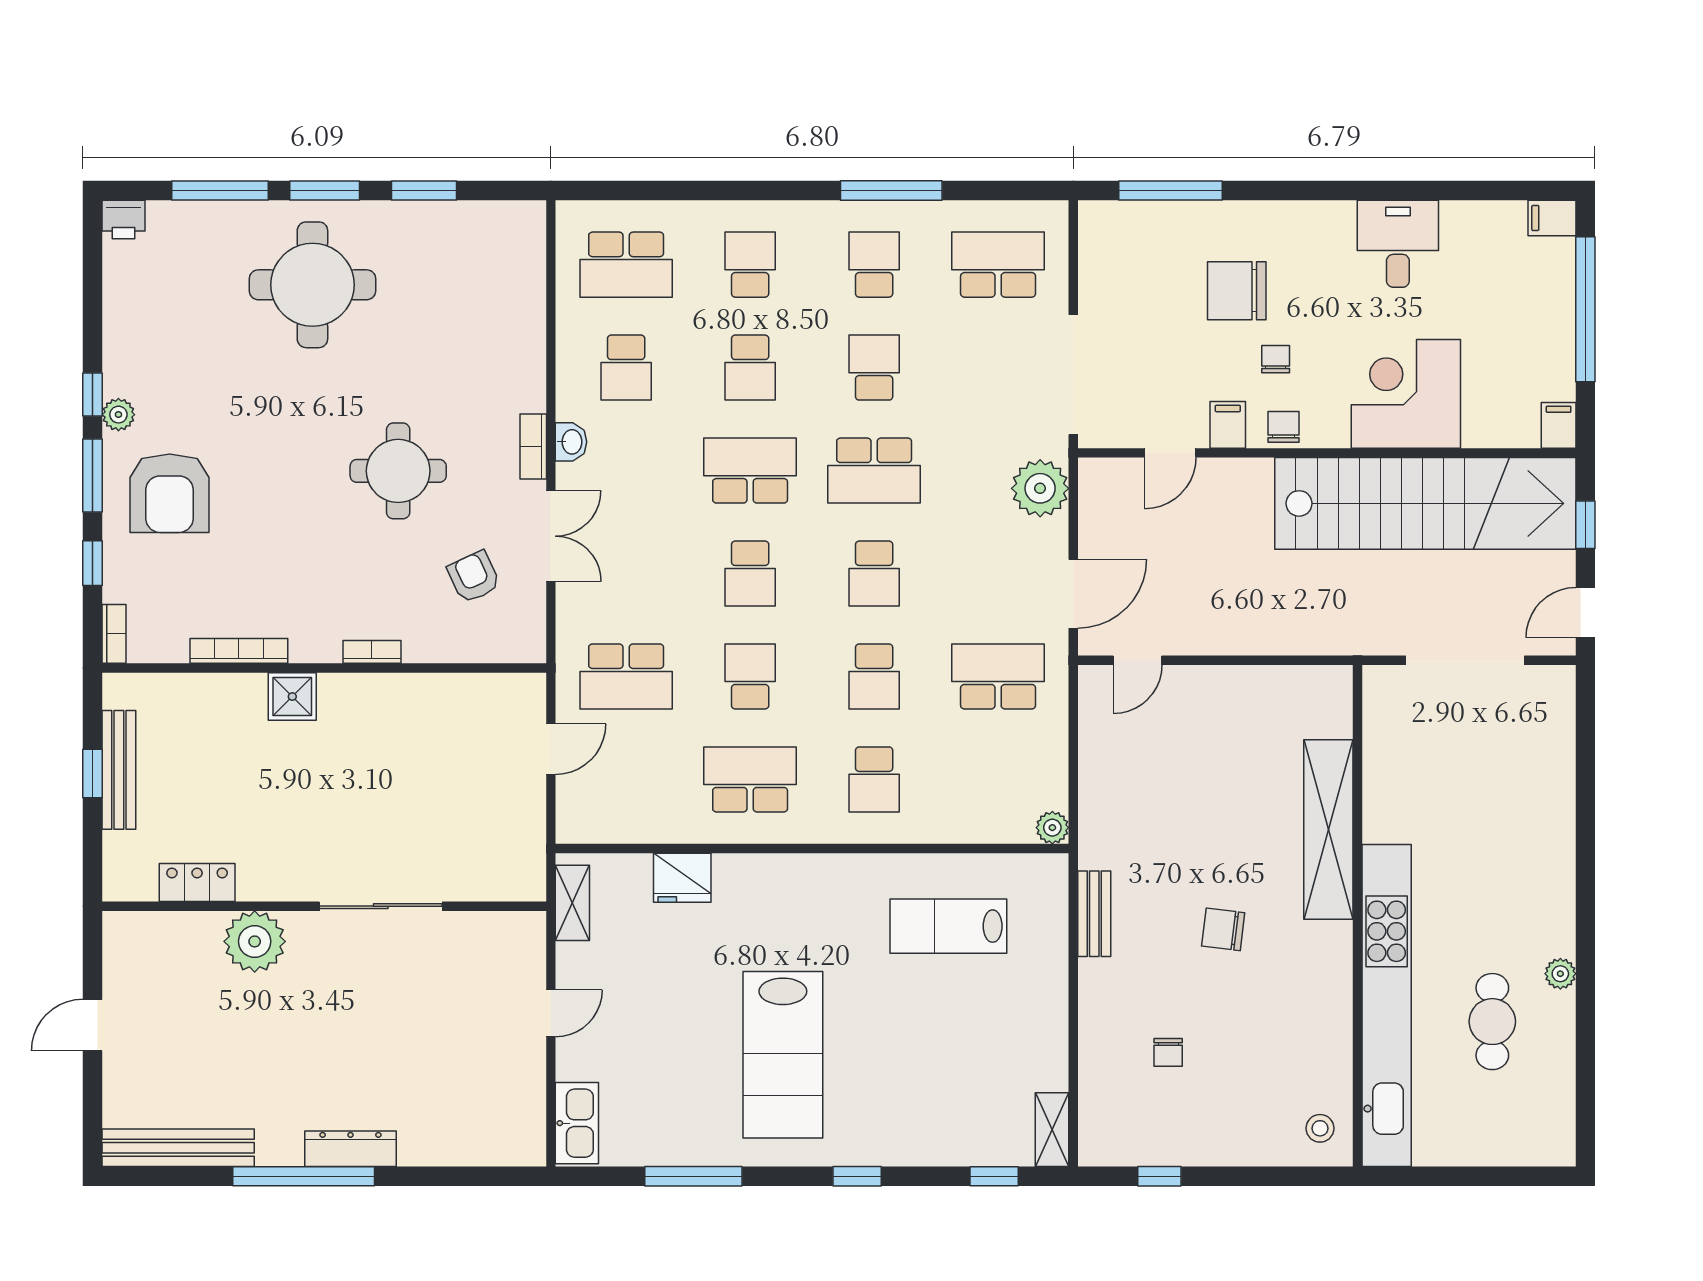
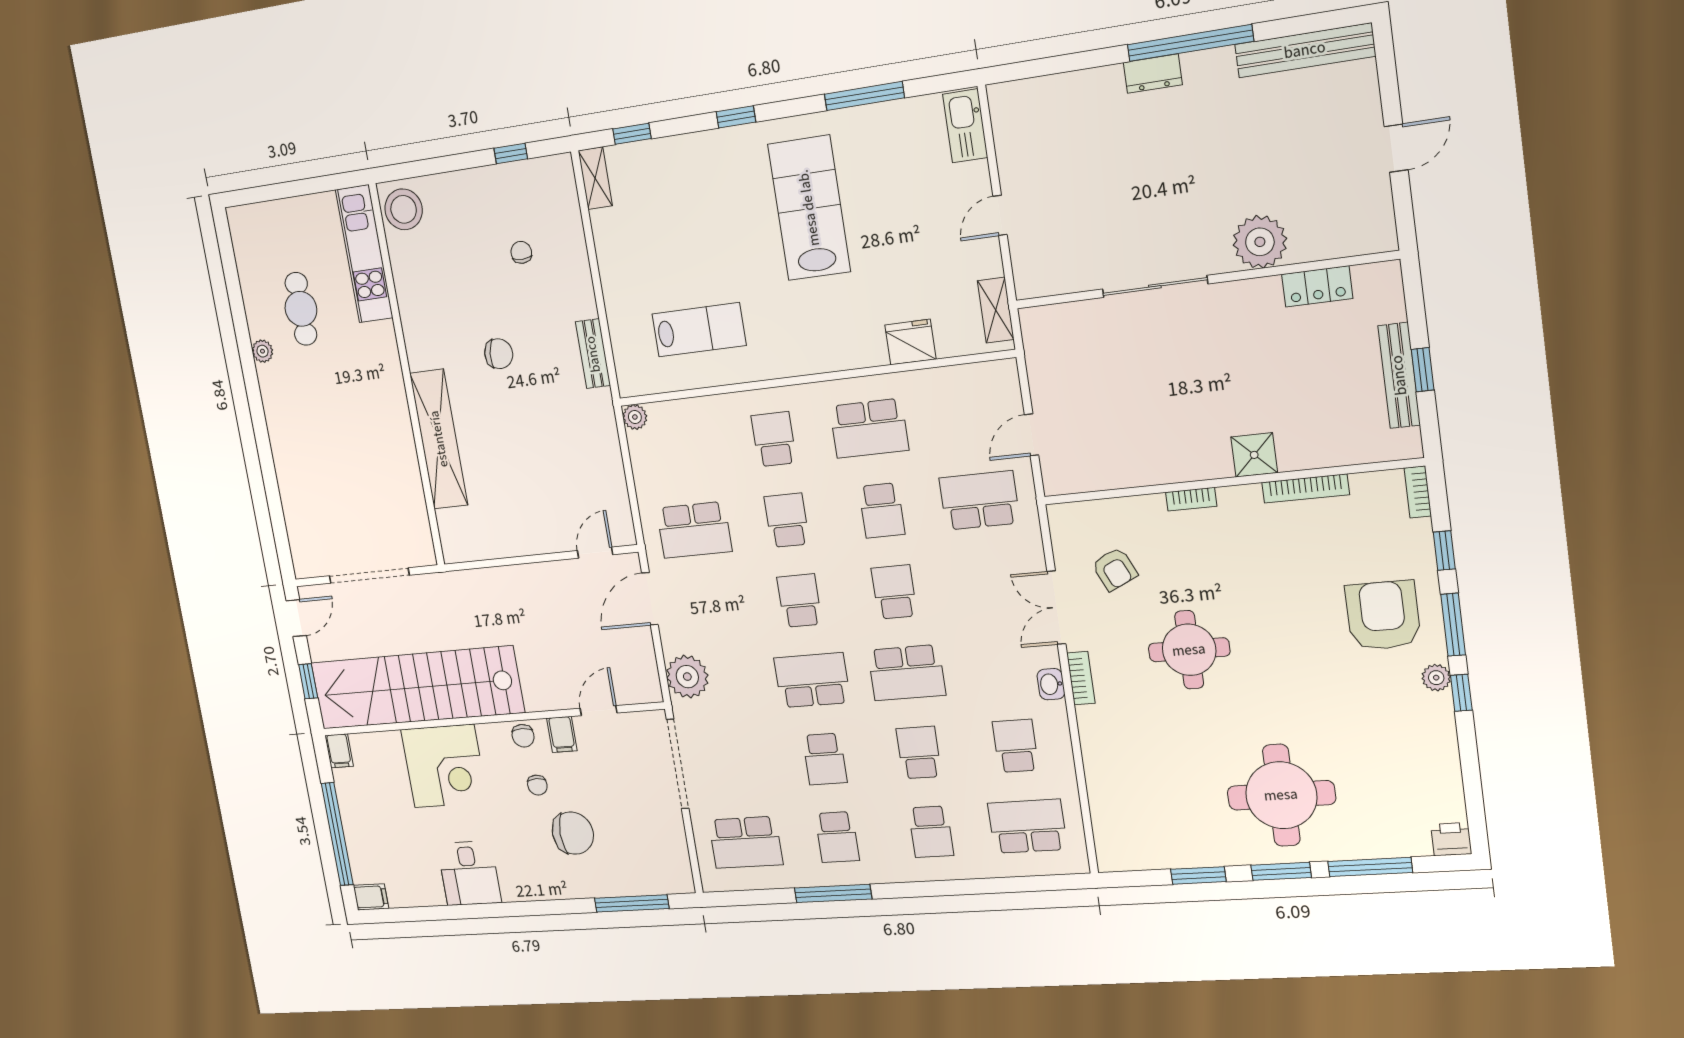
kitchen unit: (1387, 1005) -> (364, 254), width x0.54
stool: (1320, 1128) -> (404, 209), width x1.89, depth x1.89
dresser: (351, 1149) -> (1153, 74), width x0.70

